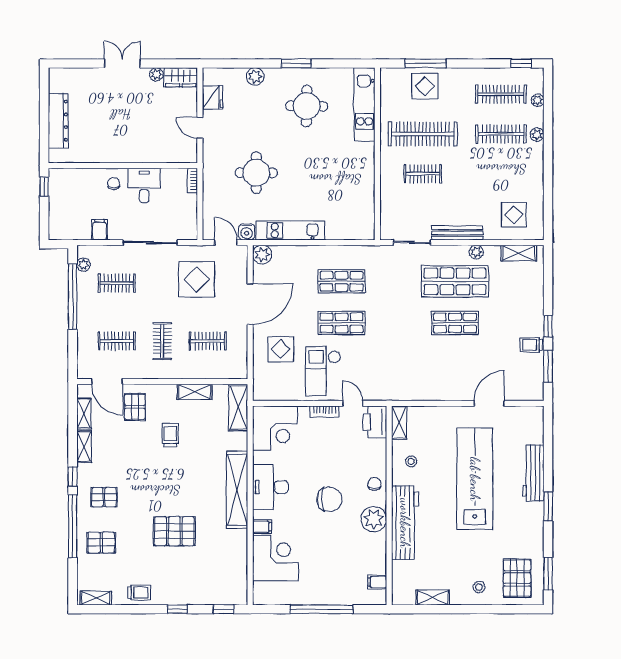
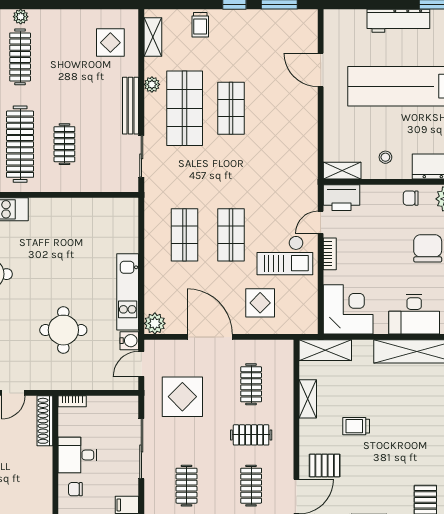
shoe rack: (175, 156) -> (45, 421), added
trolley: (531, 345) -> (200, 25), moved

